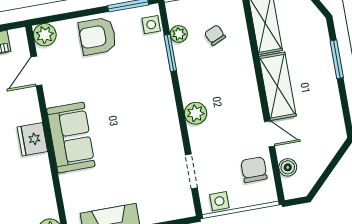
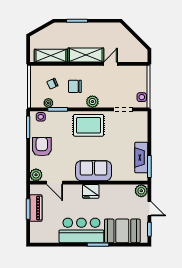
armchair: (97, 36) -> (42, 147), turned 180
rug: (151, 114) -> (89, 125), added
boiler: (288, 167) -> (130, 57), removed
chair: (254, 170) -> (75, 86), moved

